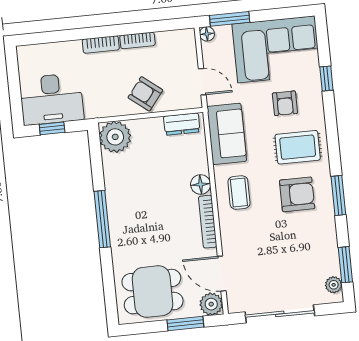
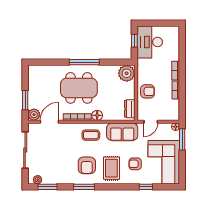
armchair: (145, 94) -> (147, 91), turned 52
dining table: (152, 292) -> (79, 88), moved, width x1.38

